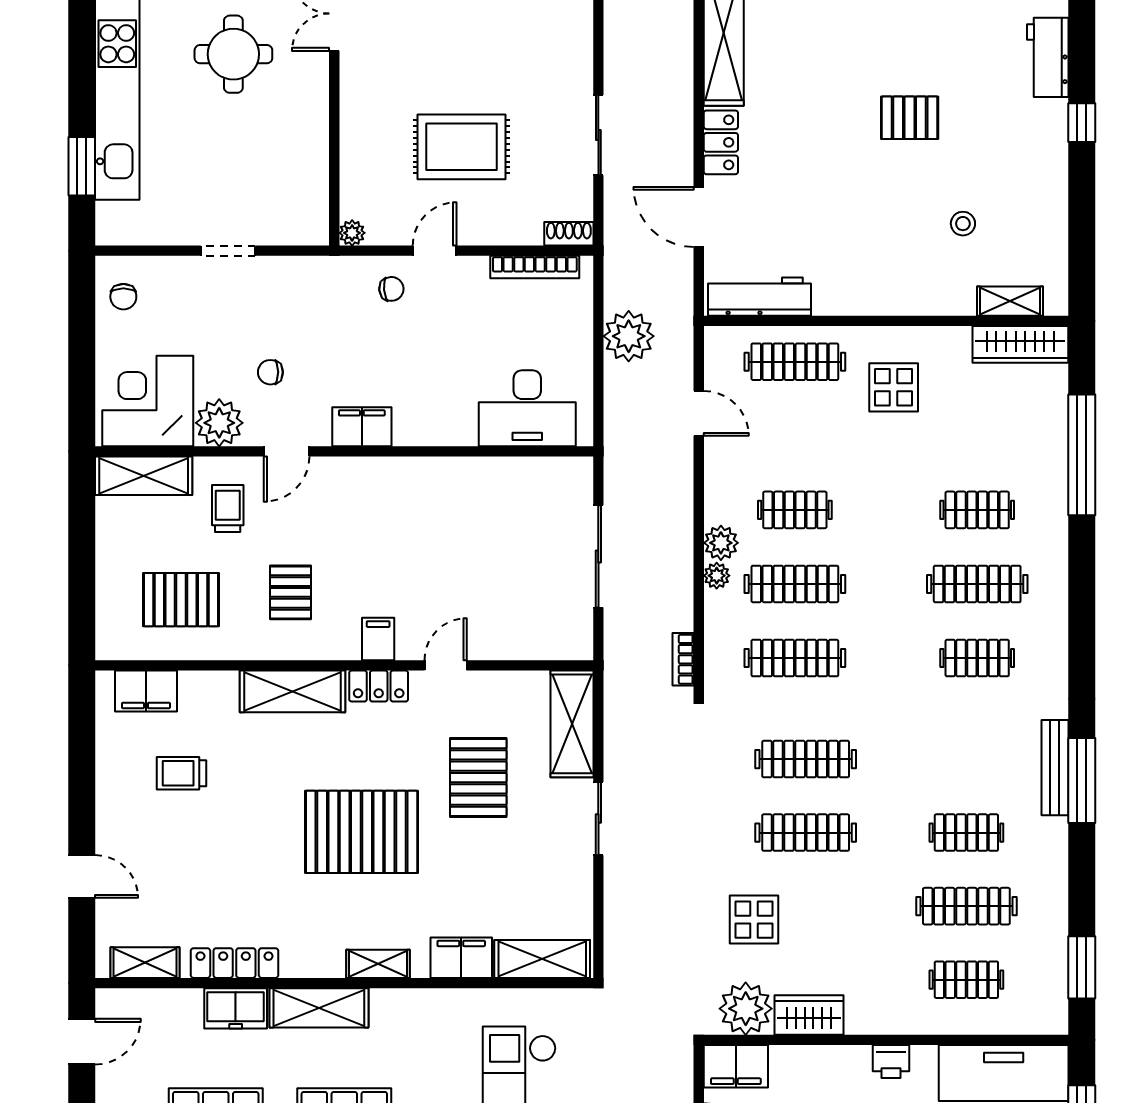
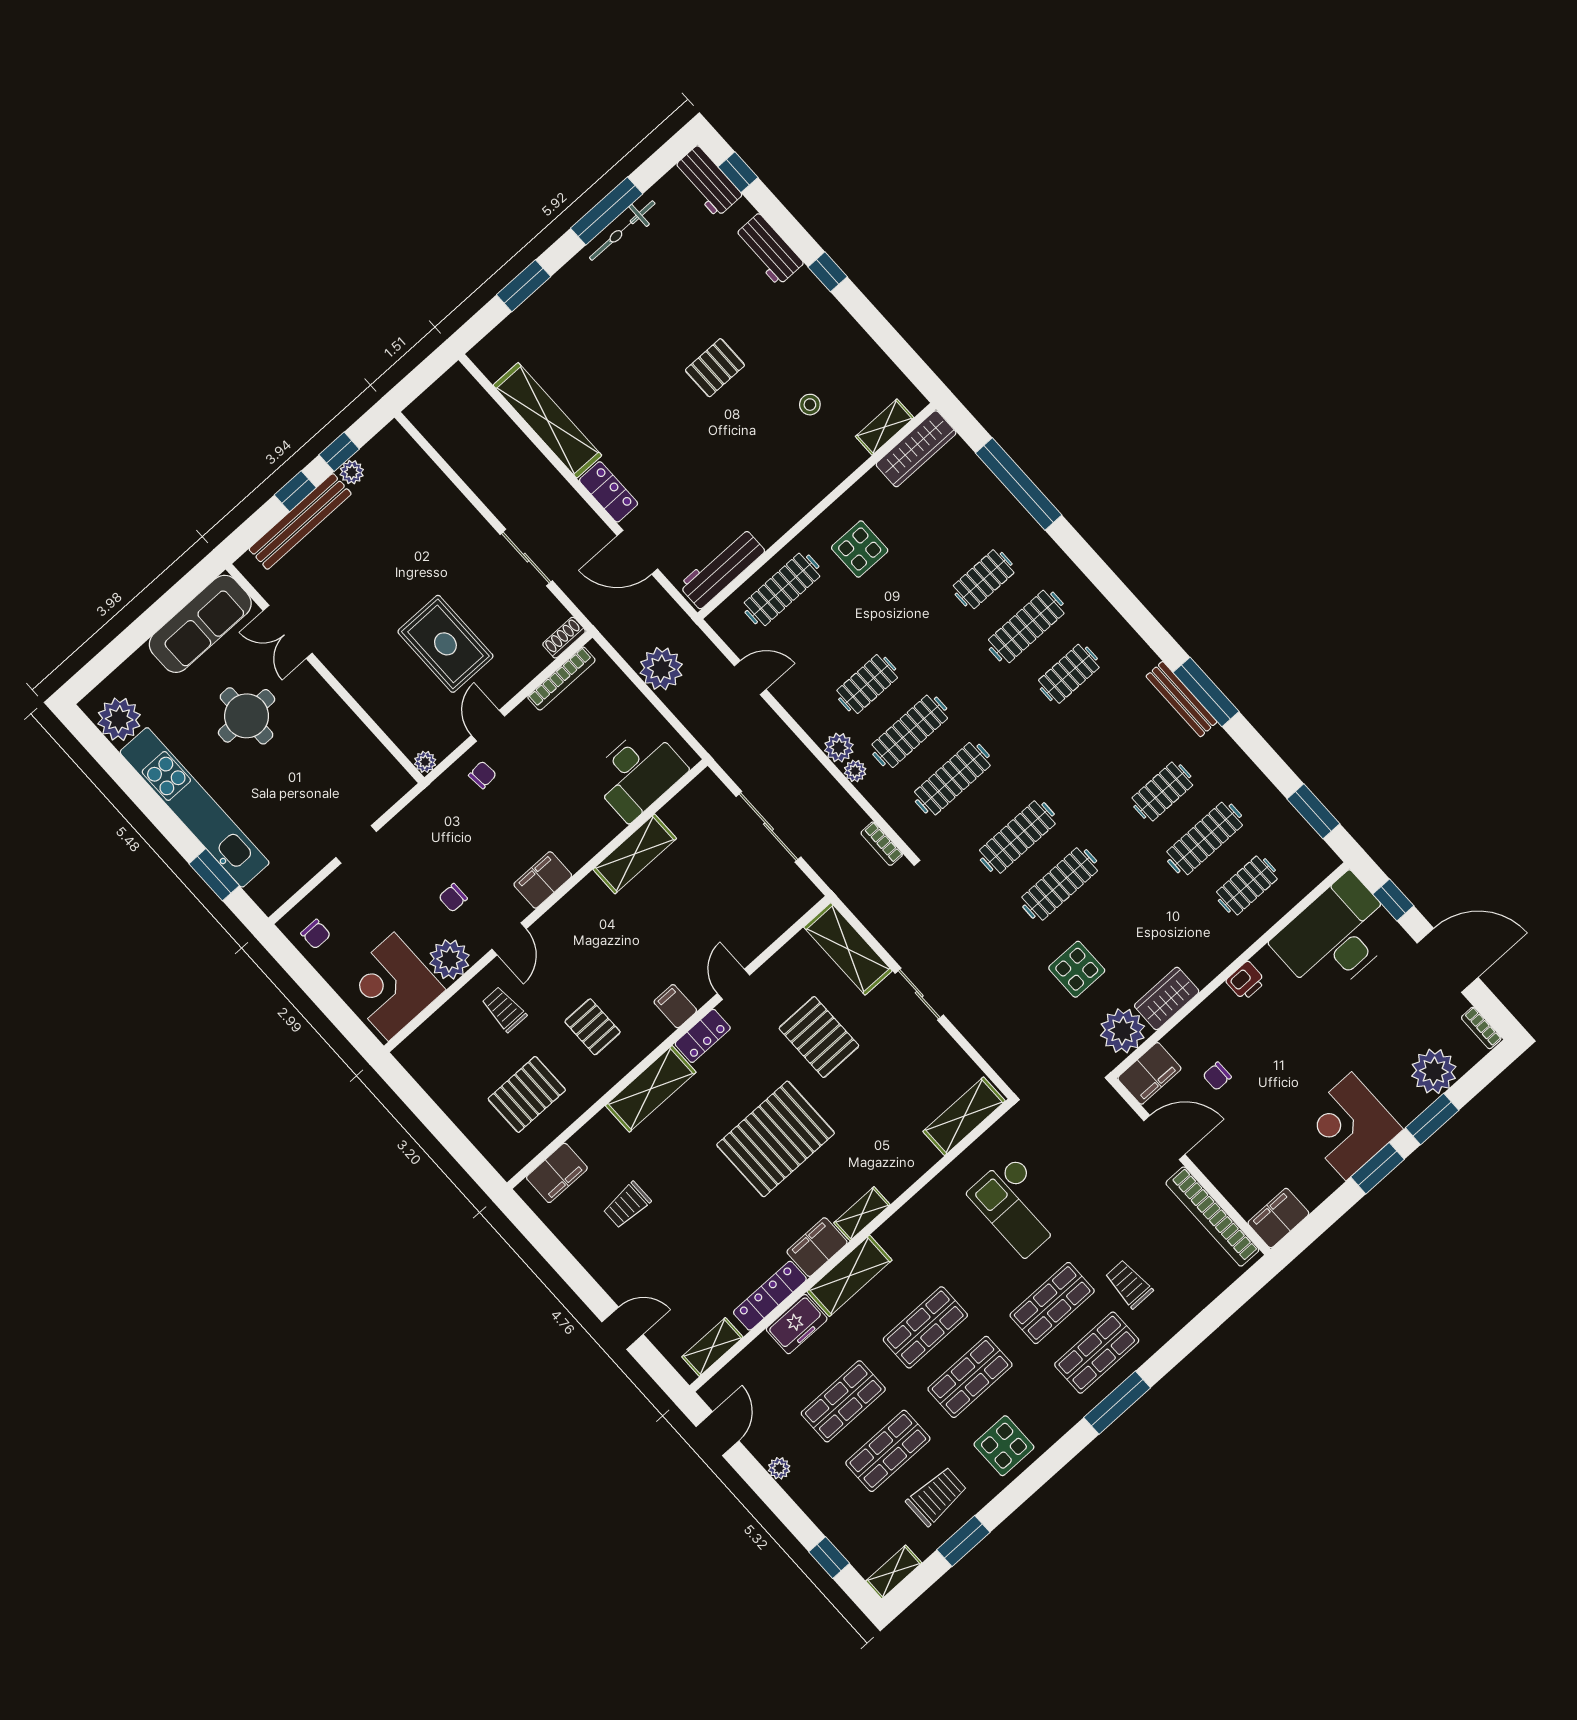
rug: (461, 147) -> (445, 644), turned 90
shelving: (144, 476) -> (635, 854), moved
filing cabinet: (461, 958) -> (817, 1247), moved

